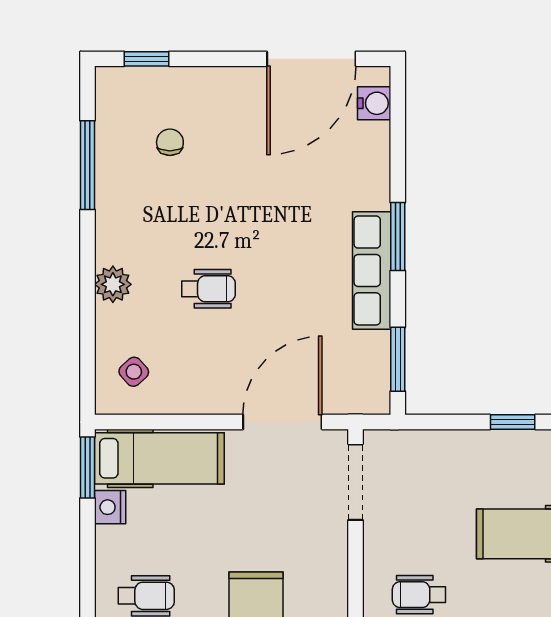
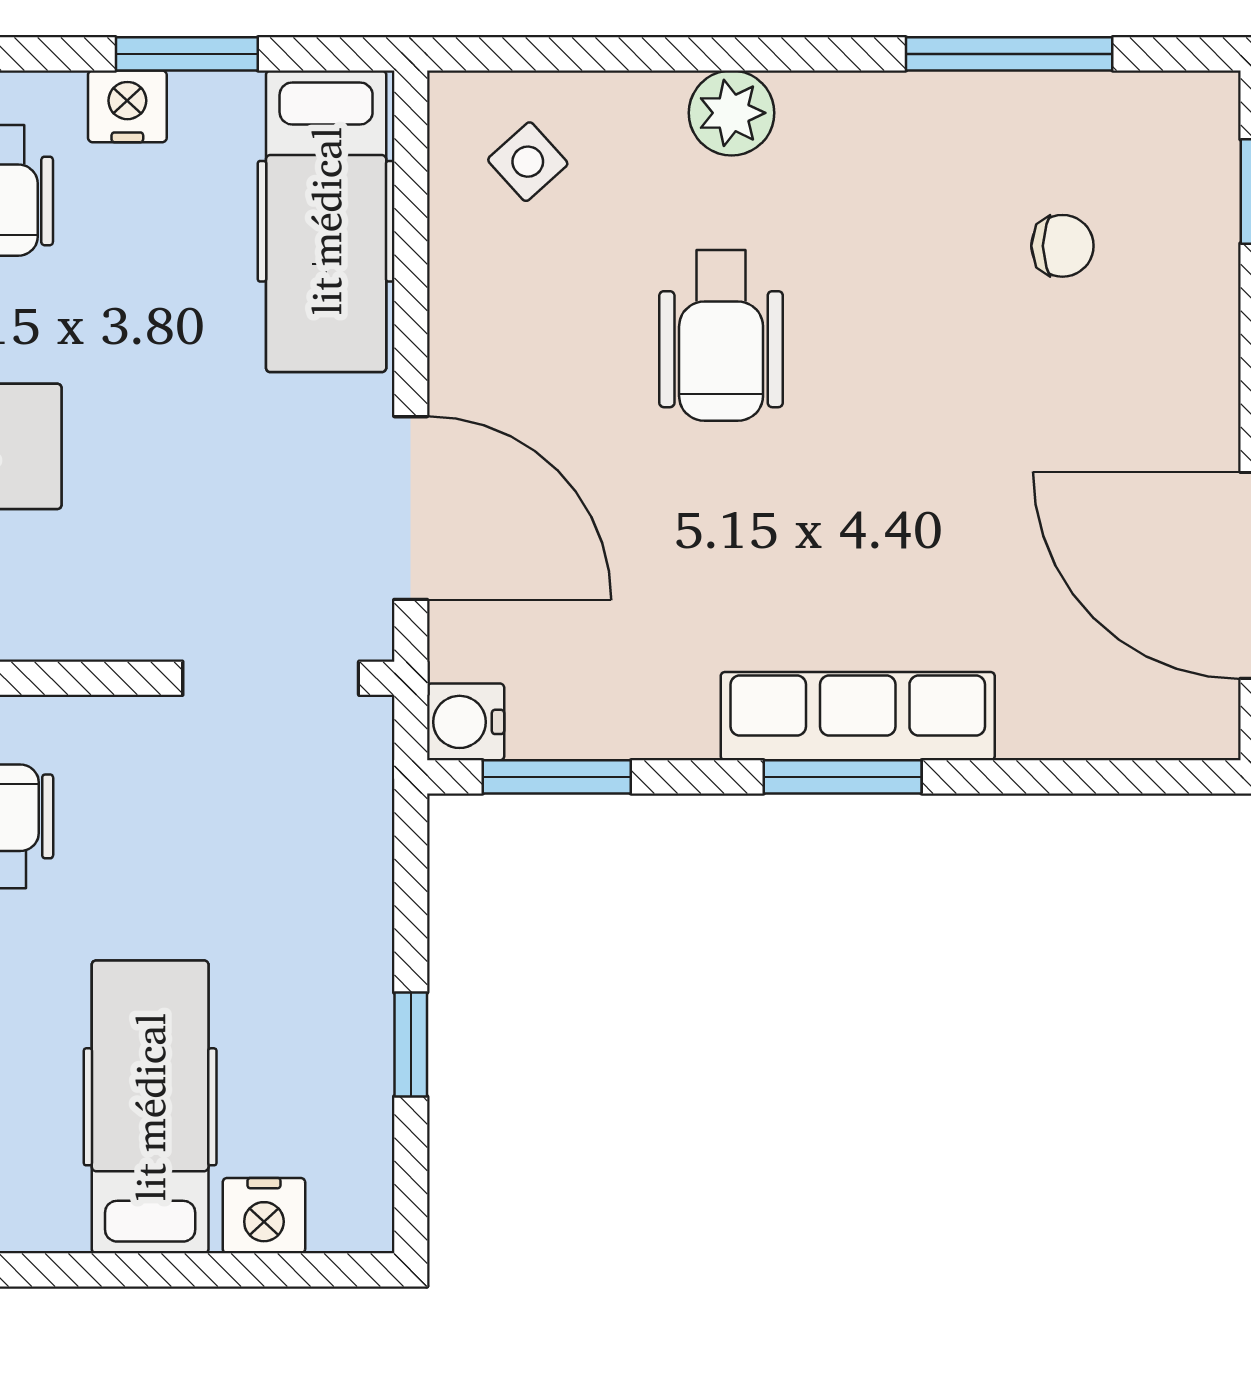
water cooler: (374, 103) -> (466, 722), moved, turned 90
row of seats: (372, 270) -> (858, 716), moved
wheelchair: (208, 289) -> (721, 336), width x1.36, depth x1.37
window: (88, 467) -> (187, 54), moved
nightstand: (110, 507) -> (127, 106), moved

